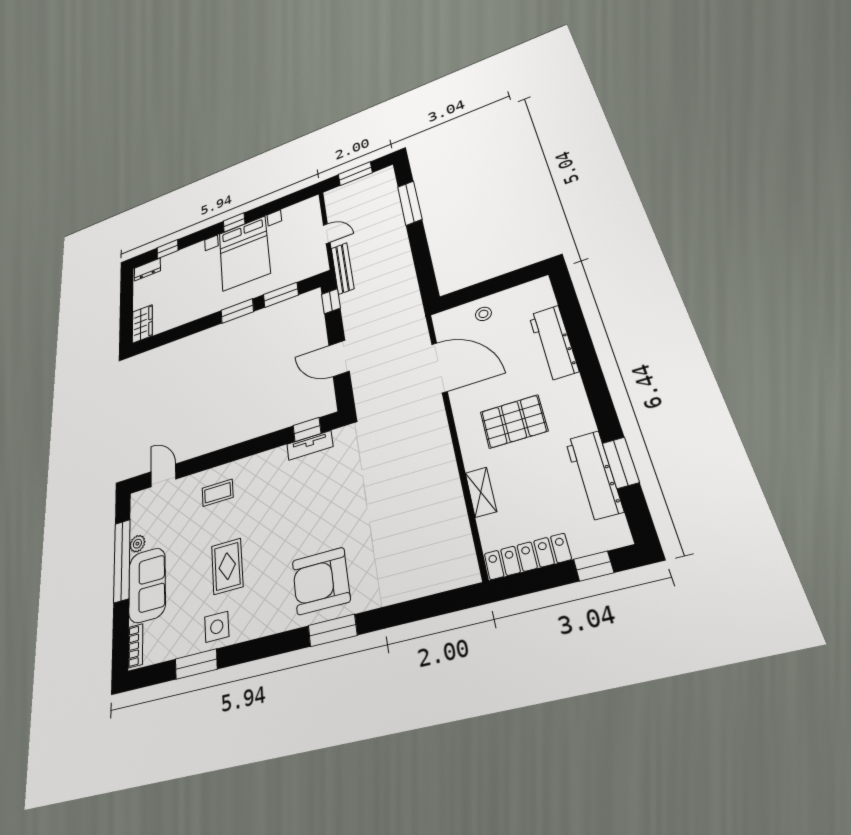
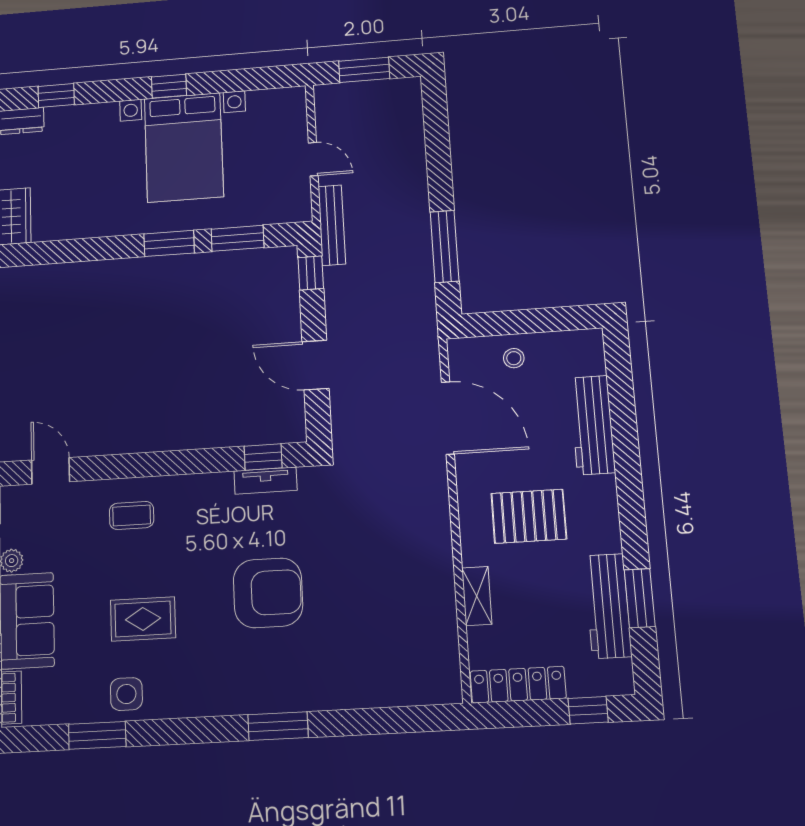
window: (410, 203) -> (445, 247), moved
rug: (227, 566) -> (143, 619), turned 90
armchair: (321, 581) -> (268, 593), moved, turned 180

